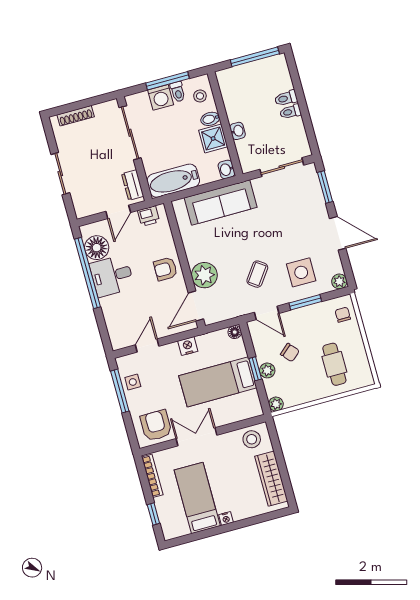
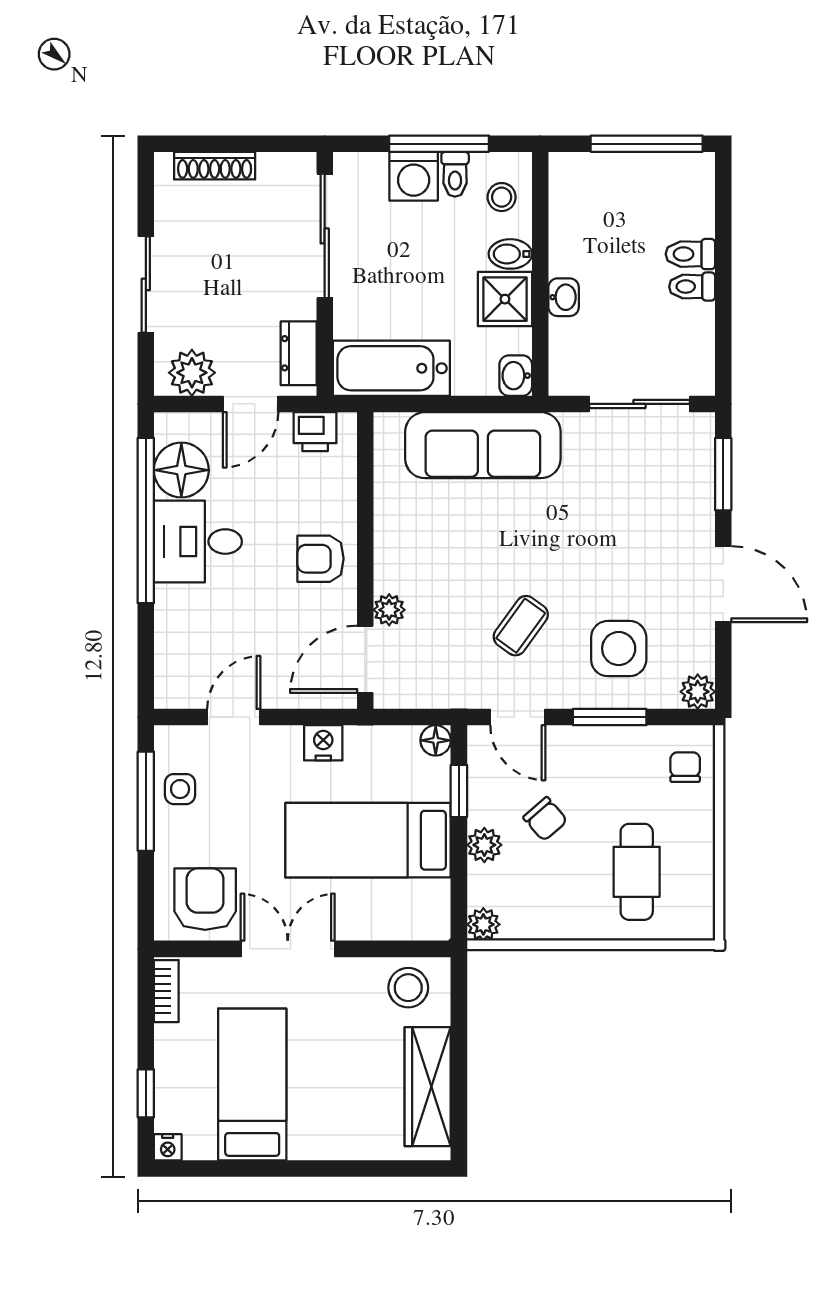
plant: (90, 205) -> (192, 373), added
plant: (204, 275) -> (389, 610), width x0.53, depth x0.53
window: (255, 369) -> (459, 791), moved
bookcase: (152, 476) -> (166, 991), width x0.64
nightstand: (226, 518) -> (168, 1147), moved

